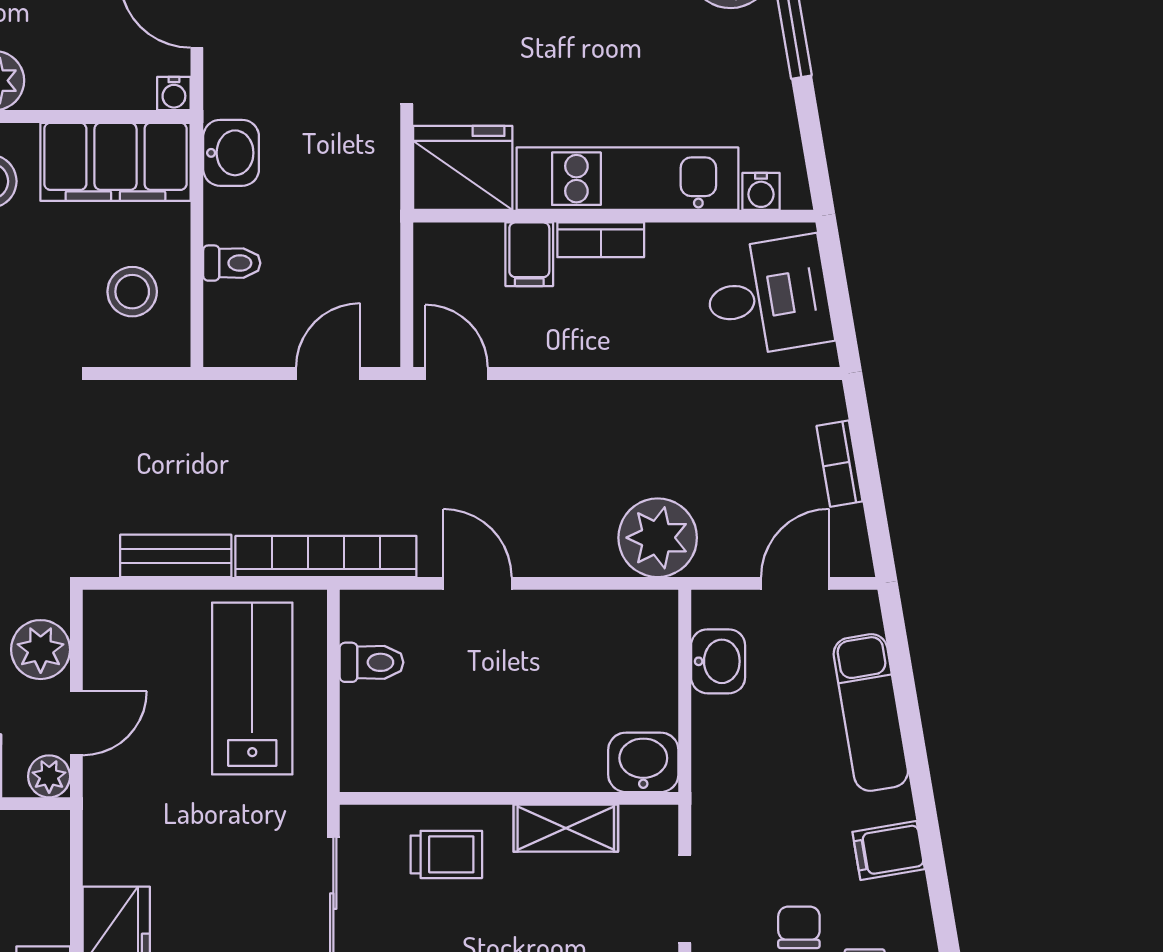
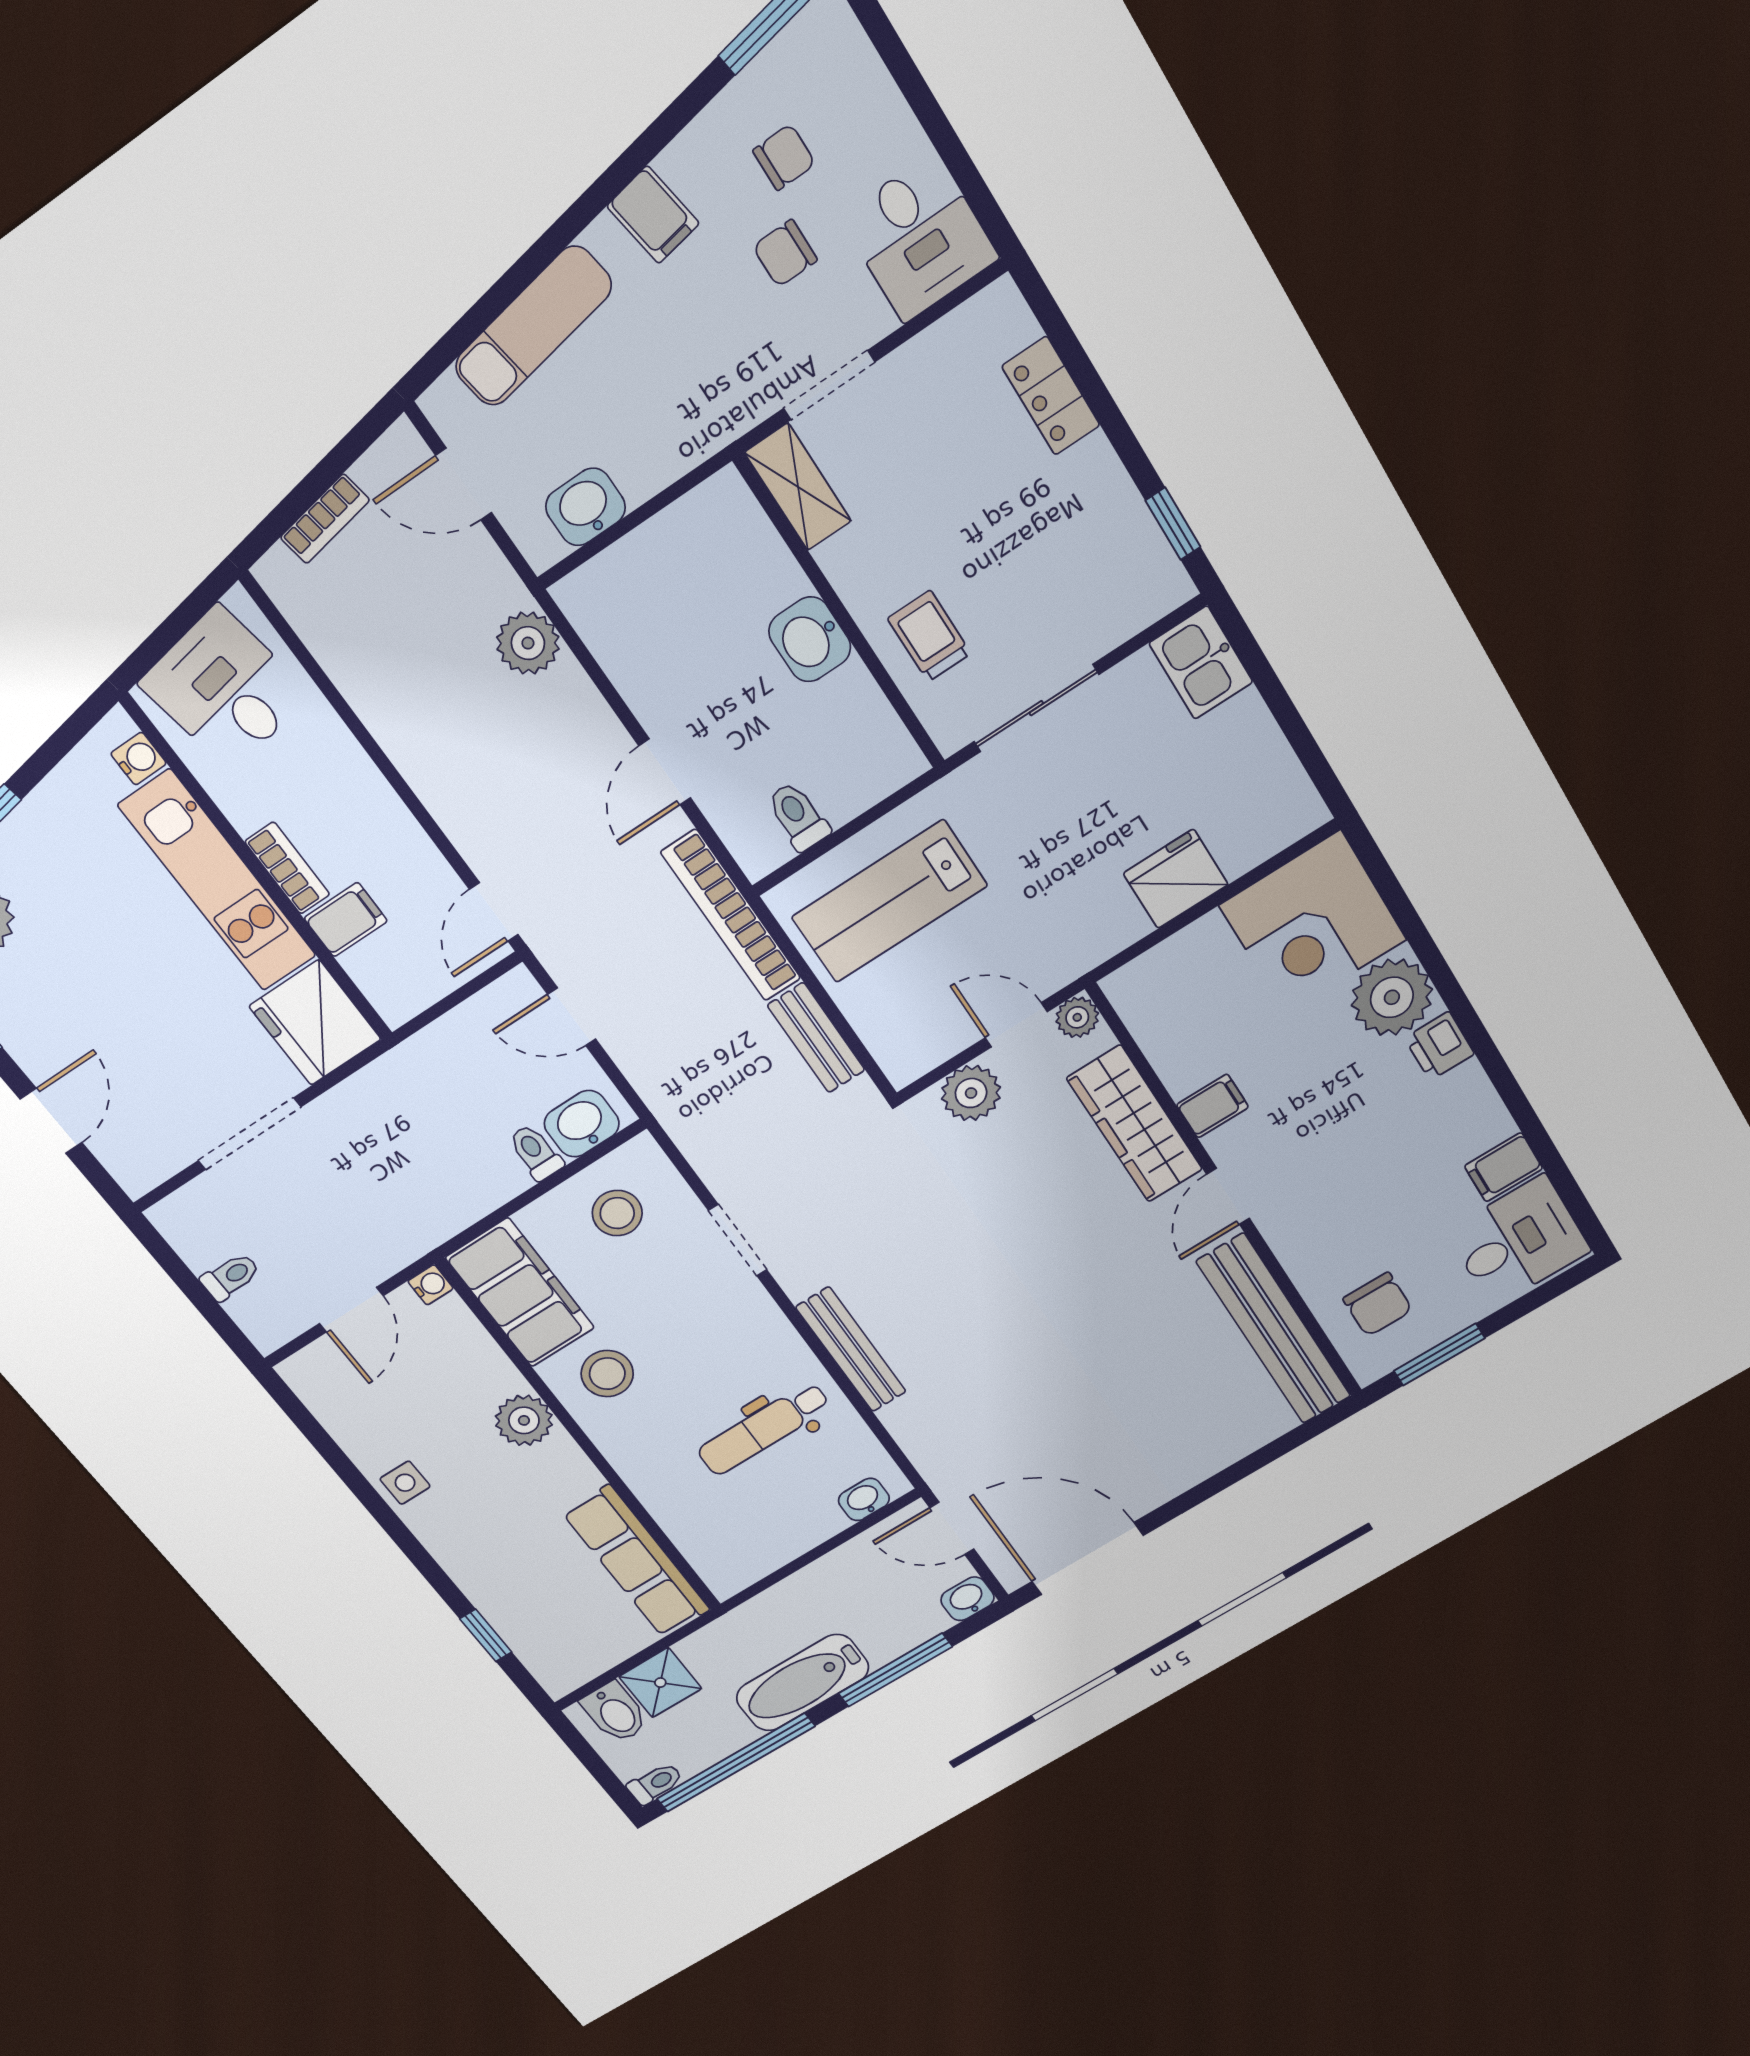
washbasin: (231, 153) -> (582, 1124), moved
plant: (658, 538) -> (528, 643), width x0.73, depth x0.73
washbasin: (643, 762) -> (810, 639), moved
shelving: (566, 828) -> (798, 487), moved

